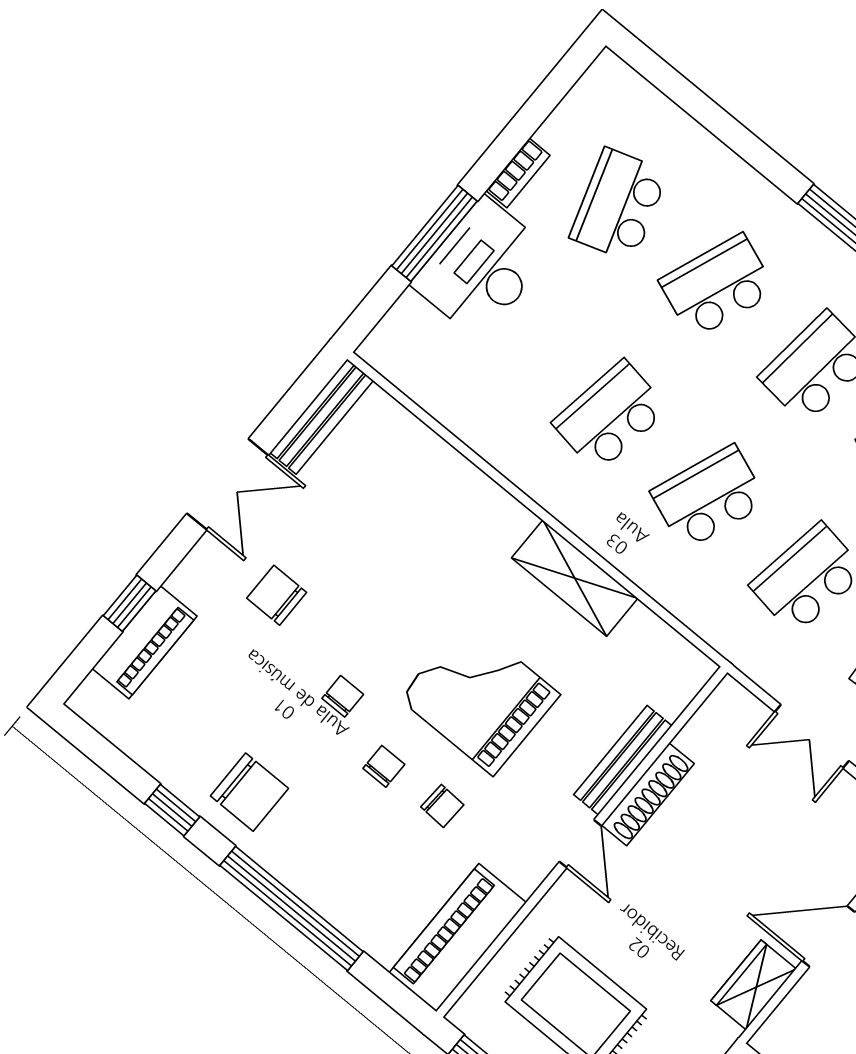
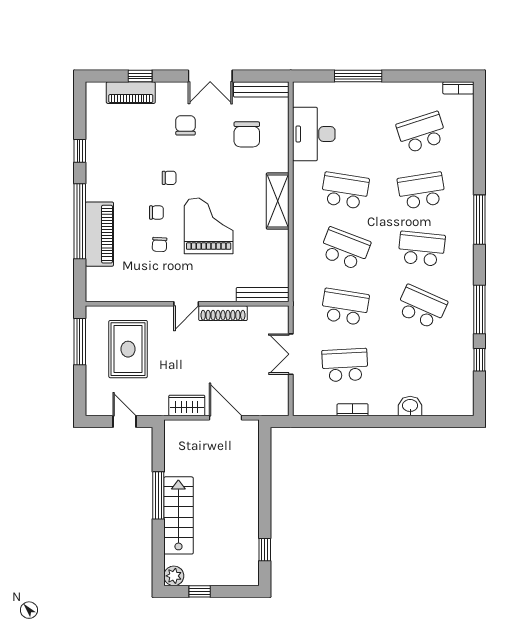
bookcase: (518, 173) -> (458, 88), moved
desk: (482, 268) -> (314, 134), moved, turned -90
school desk: (718, 286) -> (422, 191), turned -30
shelving: (575, 578) -> (278, 201), moved
bench: (623, 760) -> (263, 295), moved
chair: (249, 792) -> (247, 134), moved
piano: (458, 938) -> (99, 234), moved, turned 90

